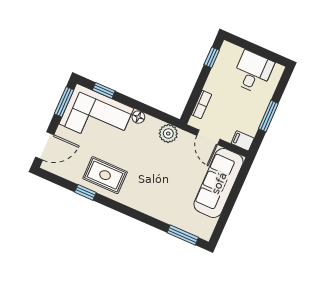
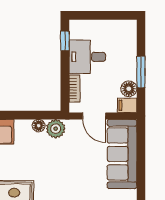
desk: (253, 72) -> (87, 57), moved, turned -90
floor lamp: (138, 117) -> (39, 126), moved
floor lamp: (251, 126) -> (129, 89), added

